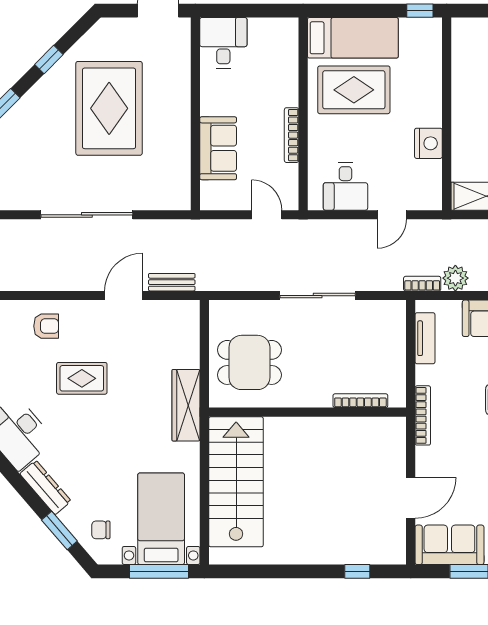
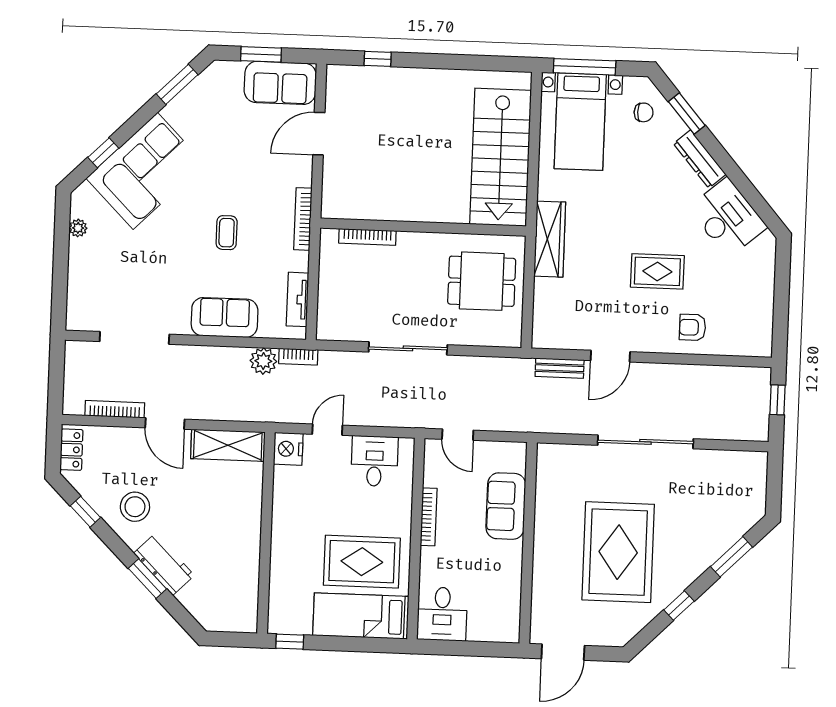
desk: (223, 43) -> (442, 614), moved
nightstand: (428, 143) -> (288, 449), moved

